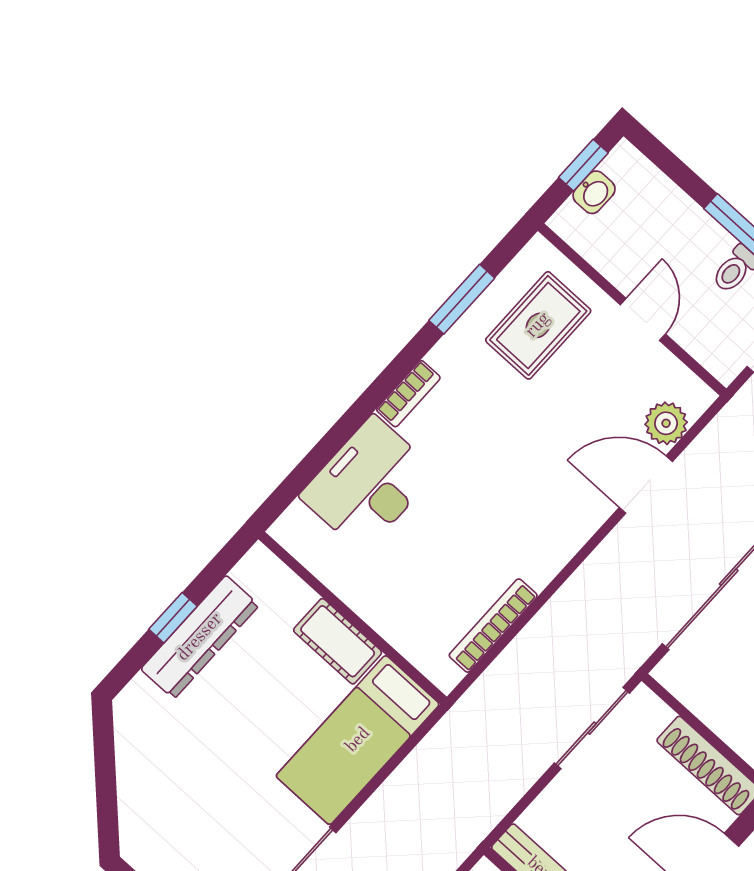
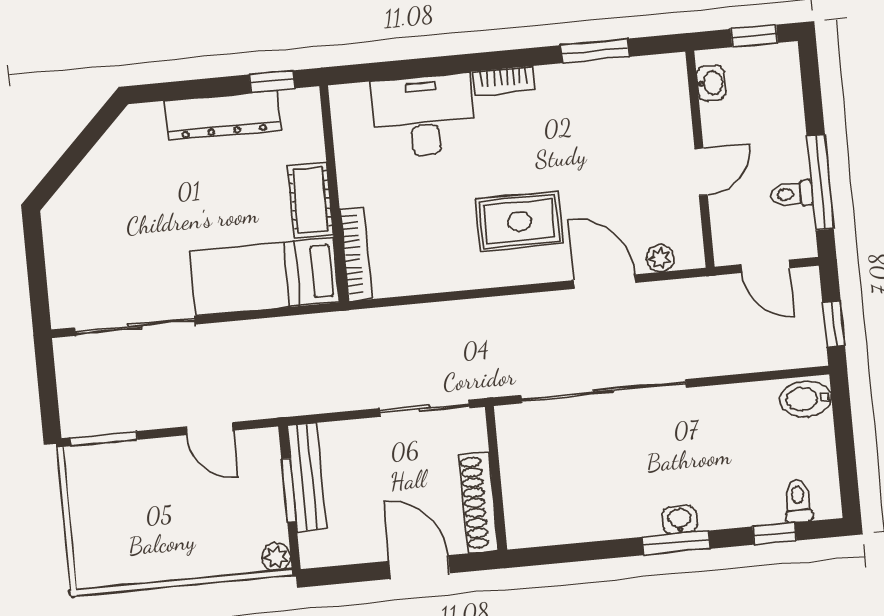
washbasin: (594, 192) -> (711, 83), moved, turned -90
rug: (538, 325) -> (520, 221), moved
plant: (666, 423) -> (660, 258), width x0.73, depth x0.73
window: (173, 618) -> (272, 81), moved
bookcase: (493, 626) -> (356, 254), moved, turned 90

